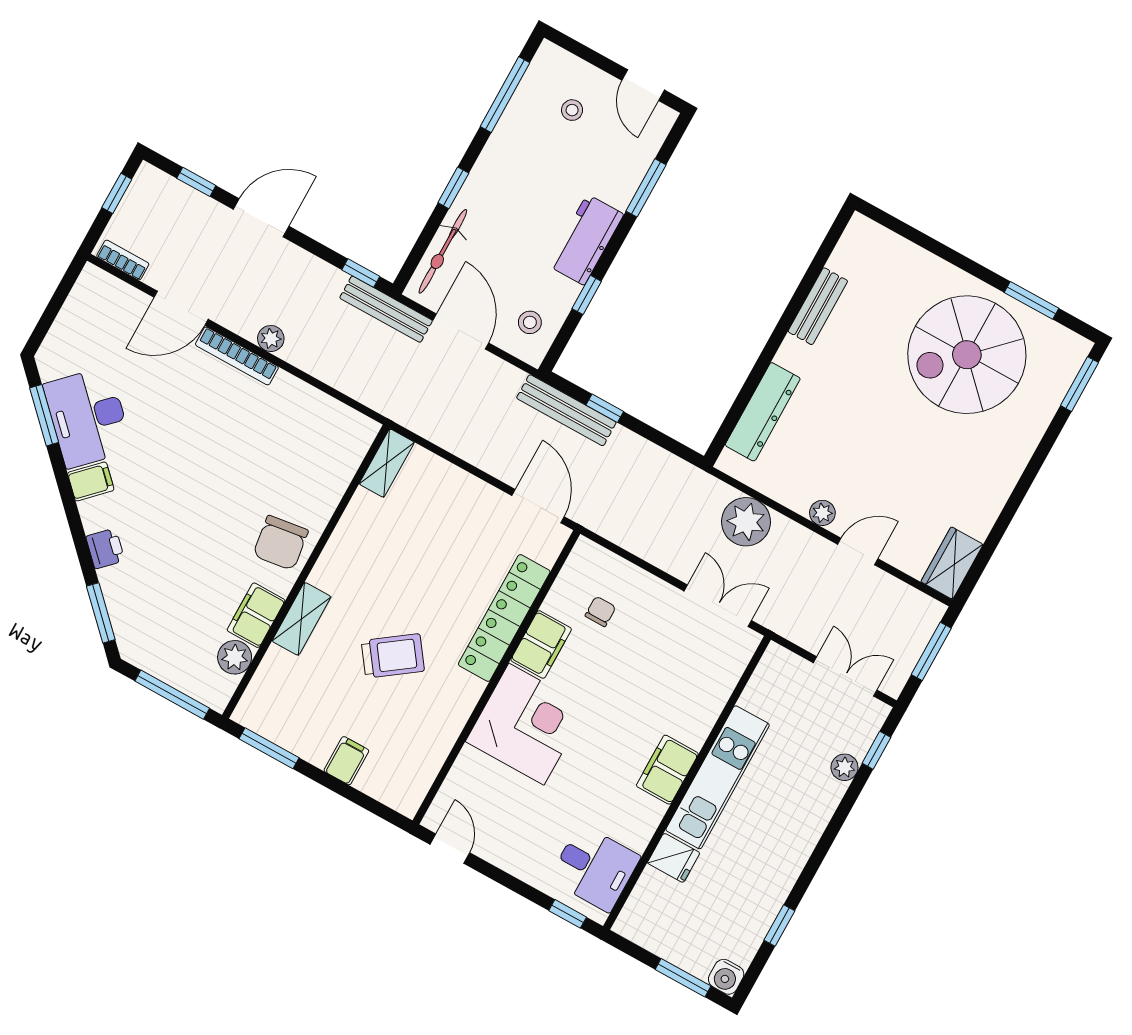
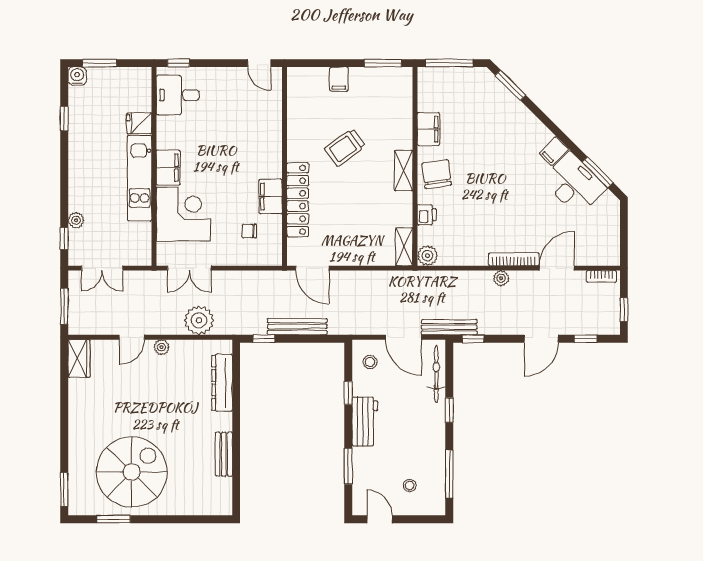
window: (605, 408) -> (264, 339), moved
bench: (566, 410) -> (297, 327), moved
printer: (105, 548) -> (427, 215), moved, turned -135
chair: (600, 611) -> (249, 231), turned 90
shelving: (301, 619) -> (404, 171), moved
plant: (235, 657) -> (427, 256), moved
corner desk: (526, 724) -> (183, 214), moved, turned 180

